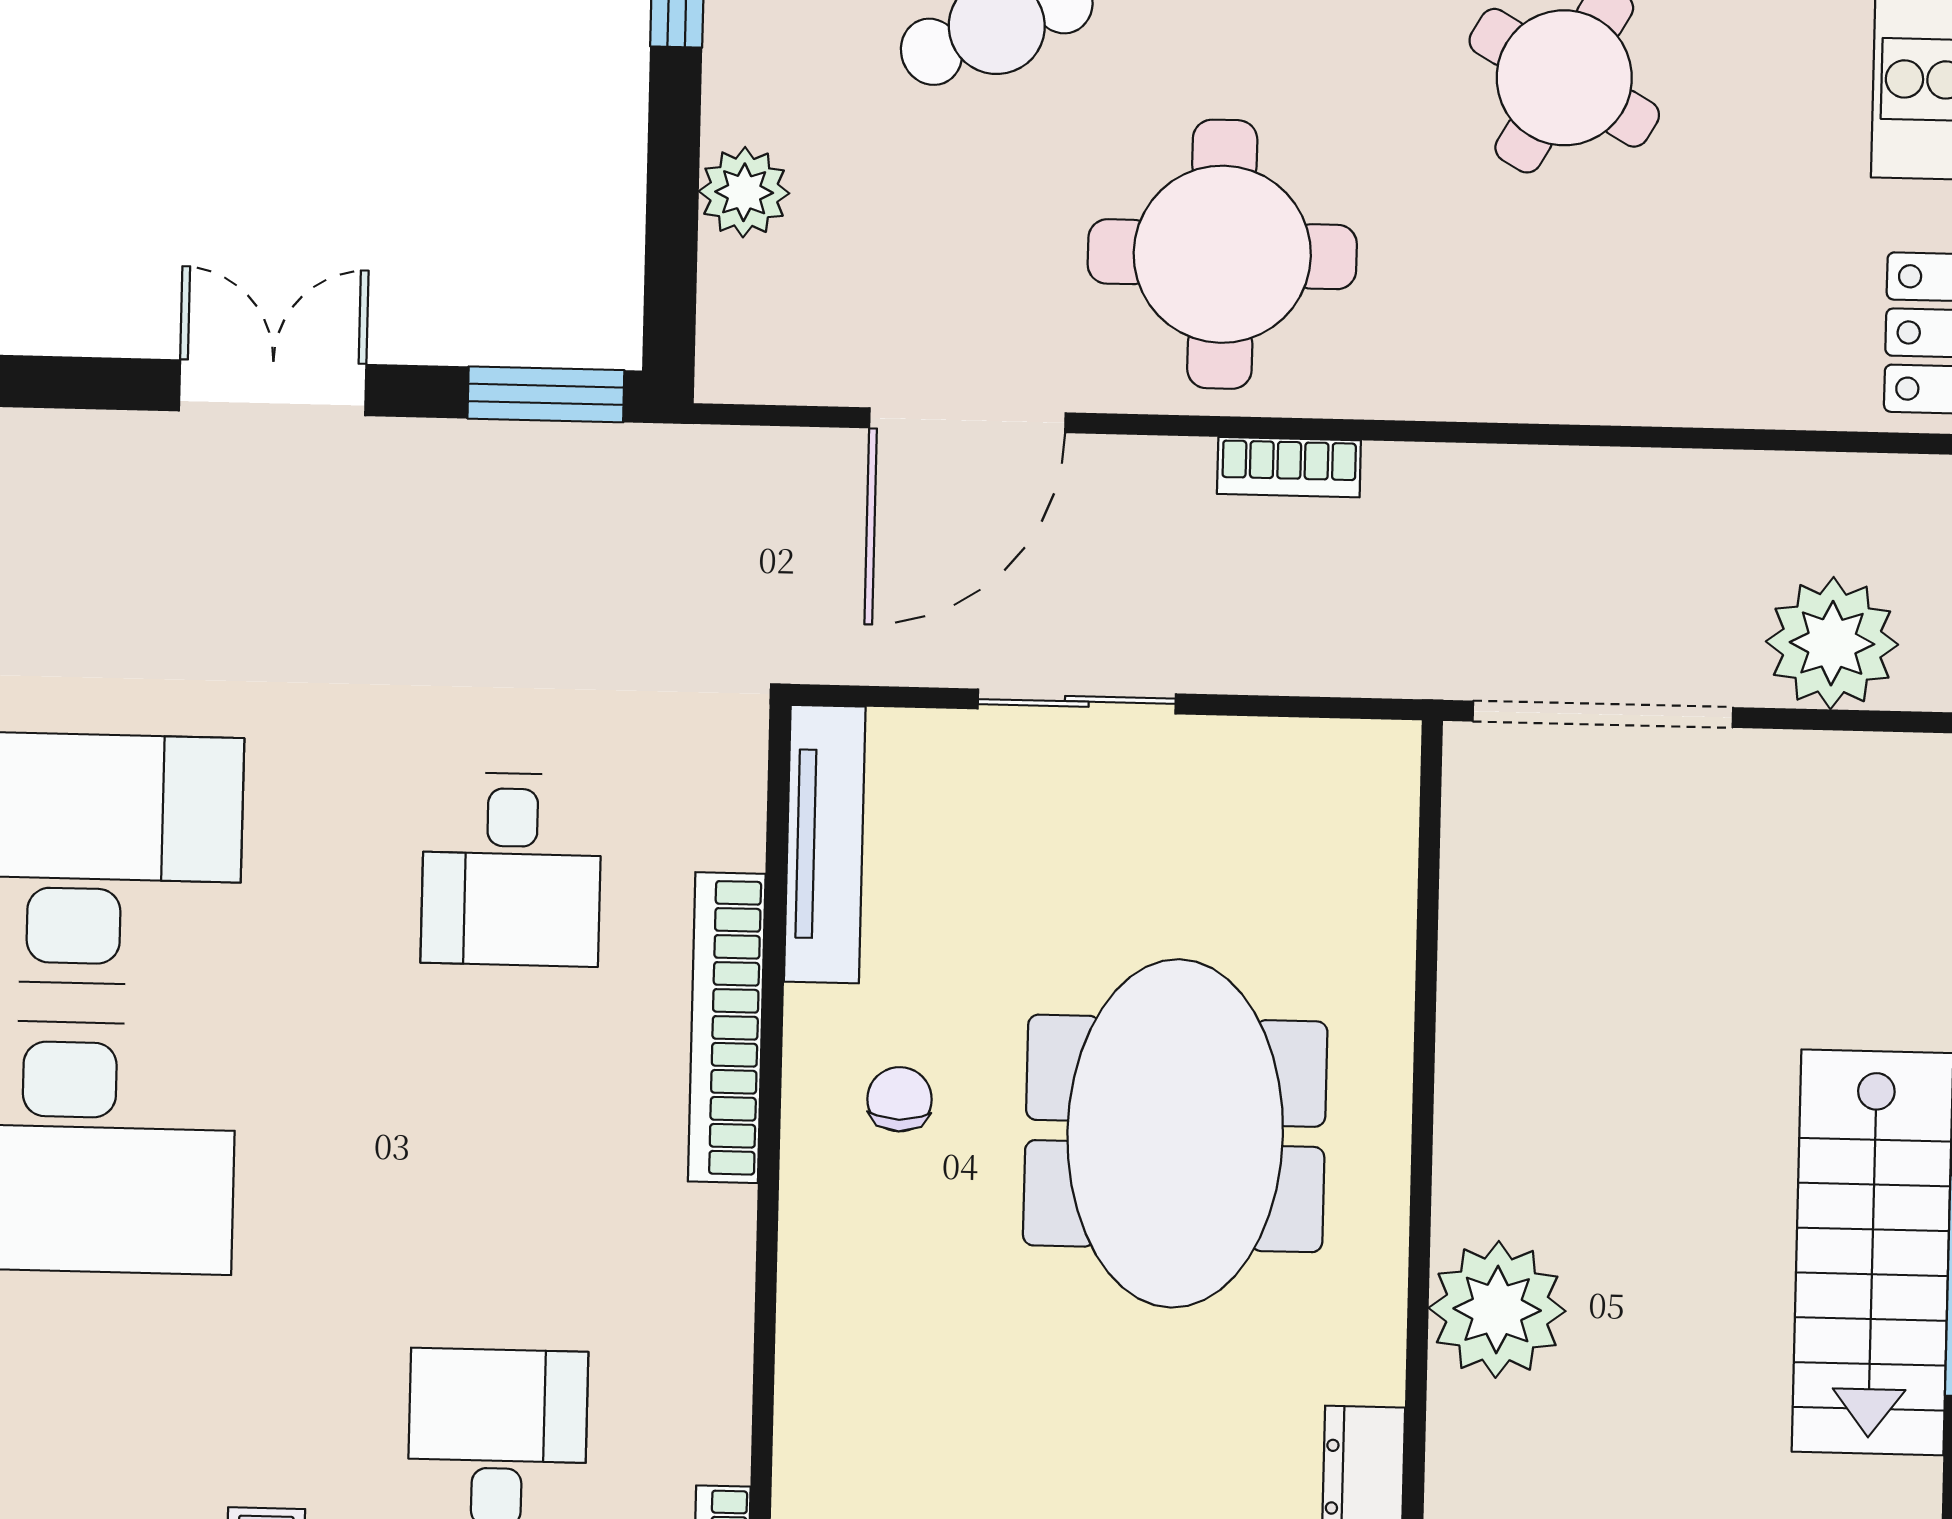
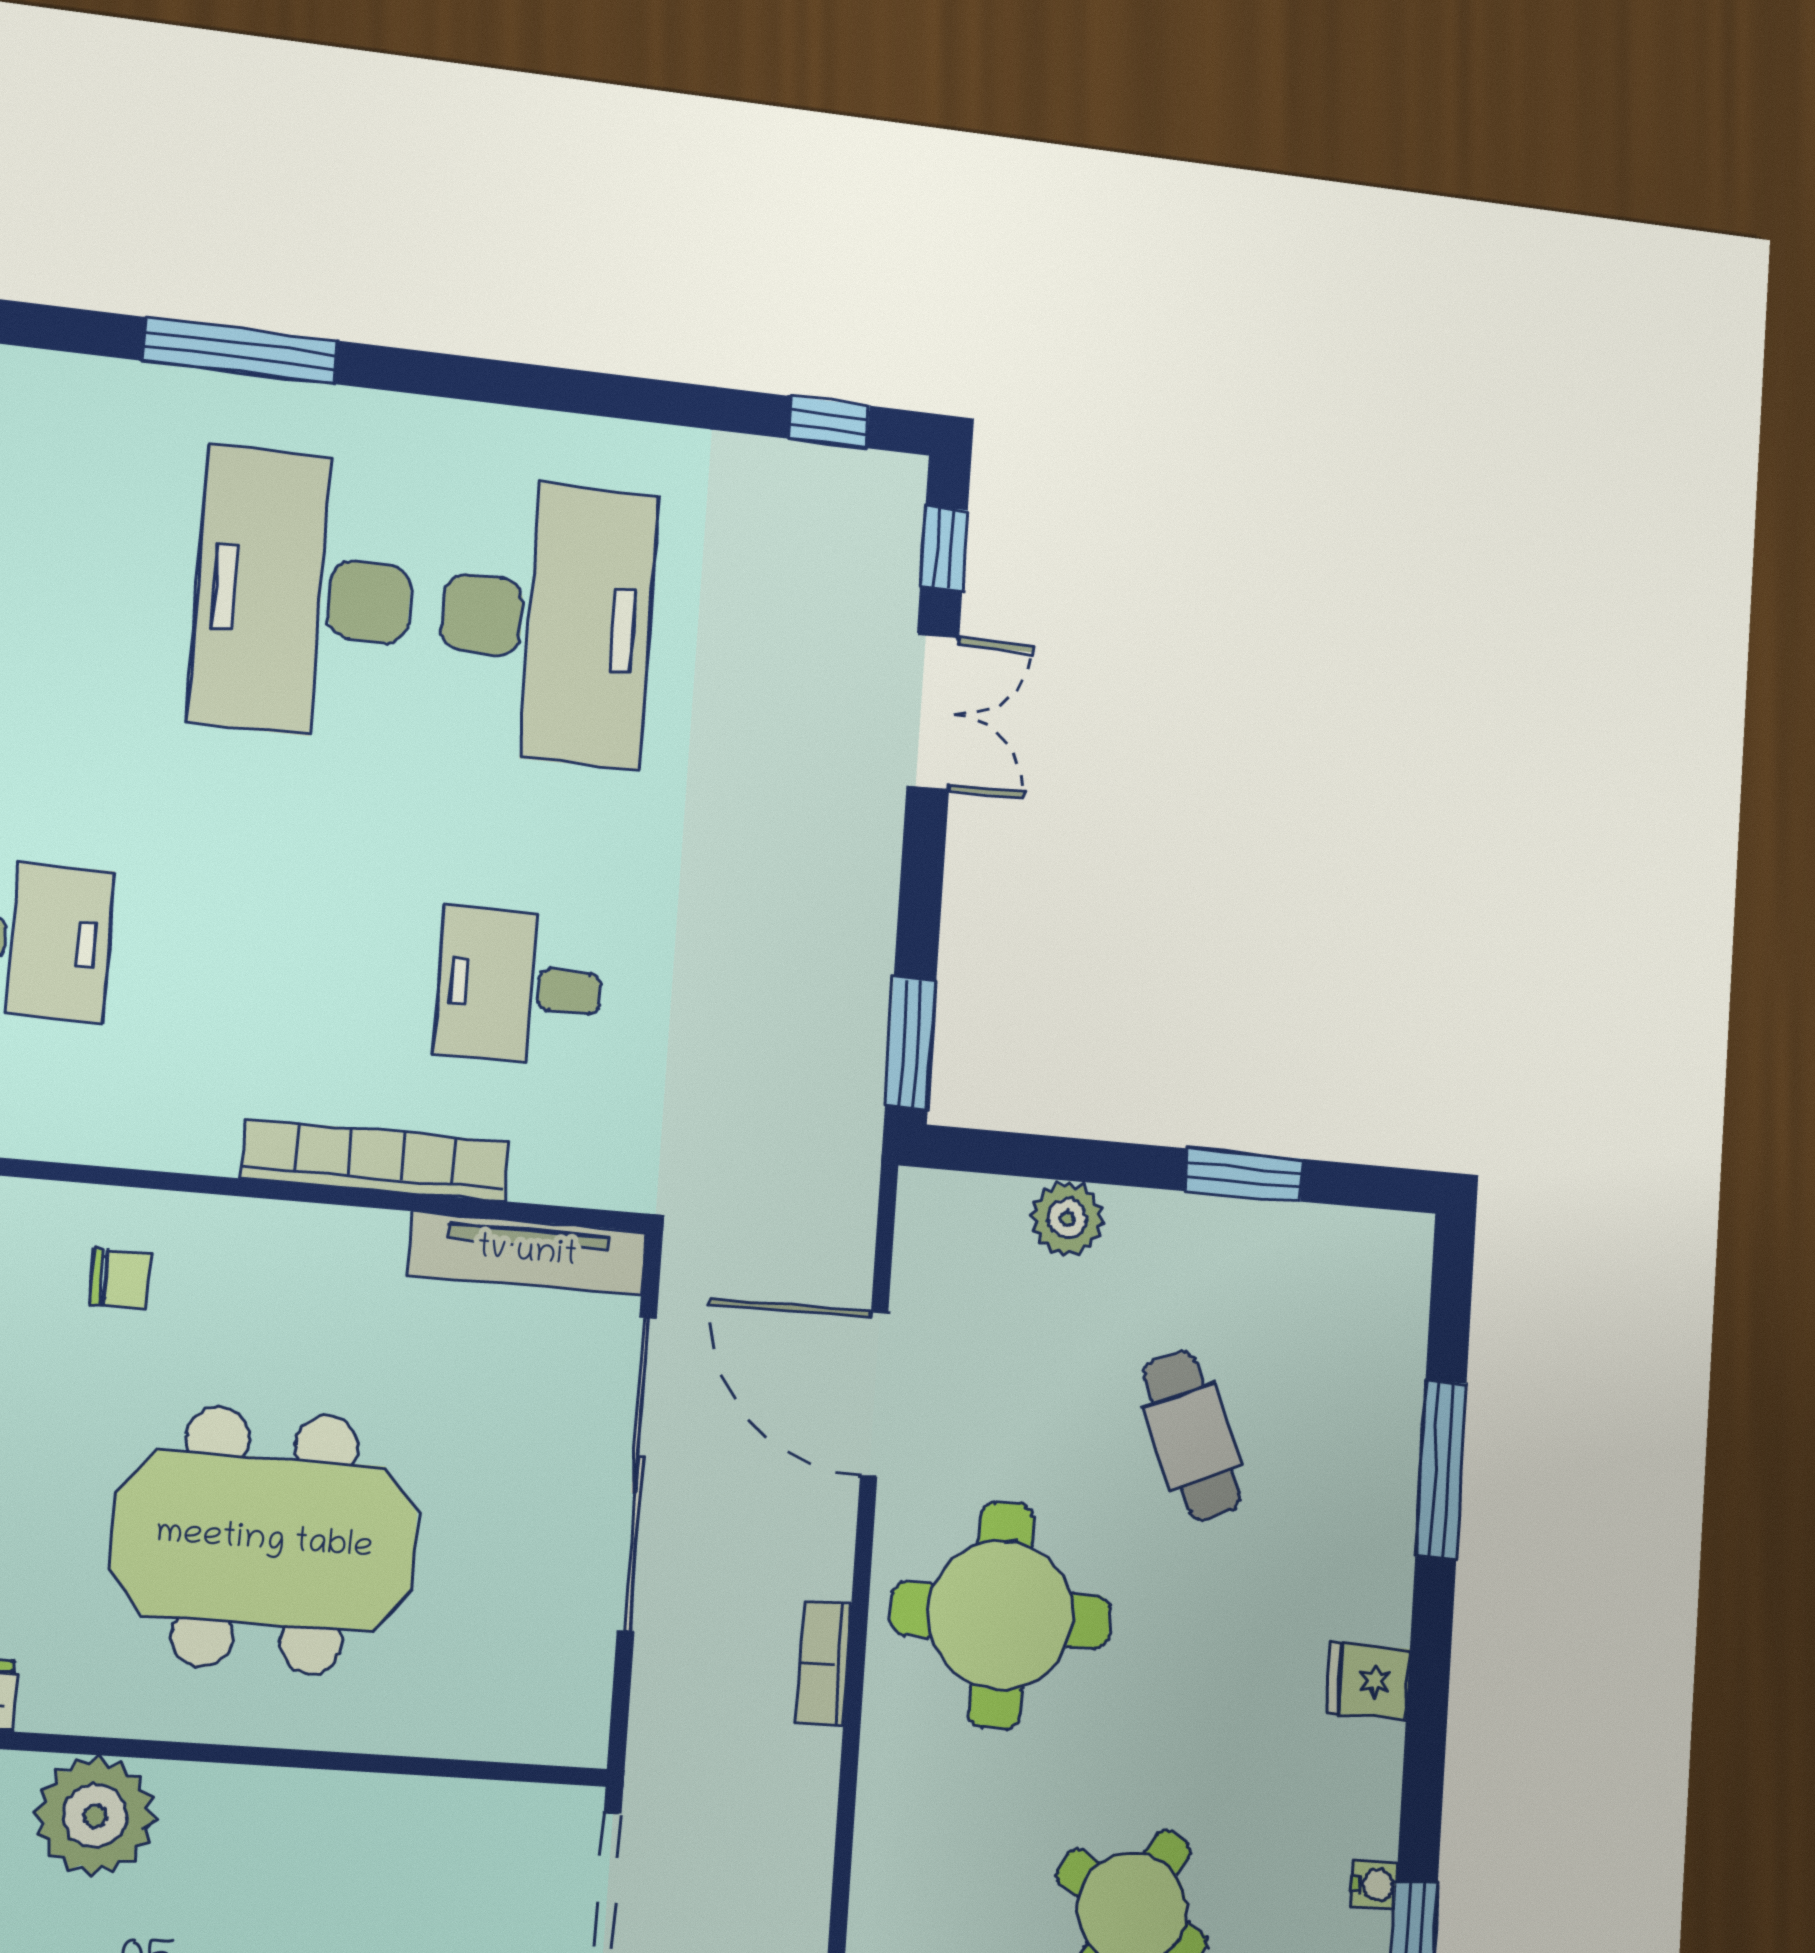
double door: (273, 388) -> (933, 712), moved
sliding door: (1077, 701) -> (637, 1474), width x1.86
chair: (900, 1099) -> (121, 1279), moved

